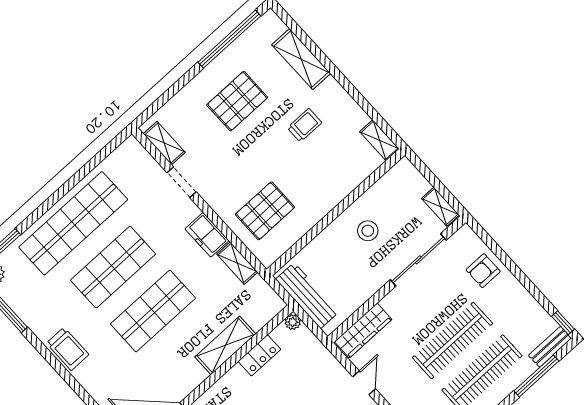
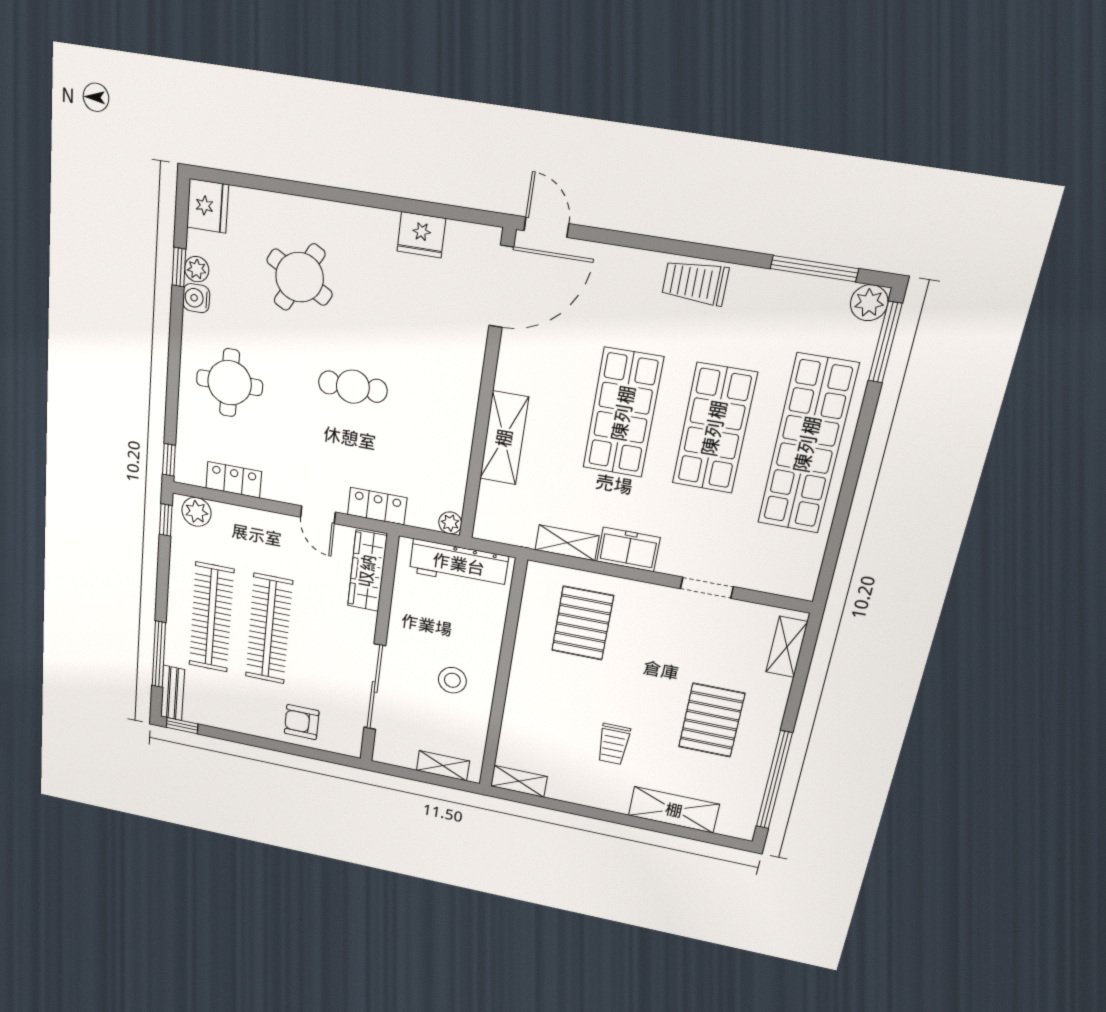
shelving: (164, 143) -> (787, 647), moved, turned 90
shelving: (440, 207) -> (443, 766), moved
armchair: (483, 271) -> (302, 722), turned -90
locker: (259, 355) -> (377, 506), moved, turned 90

